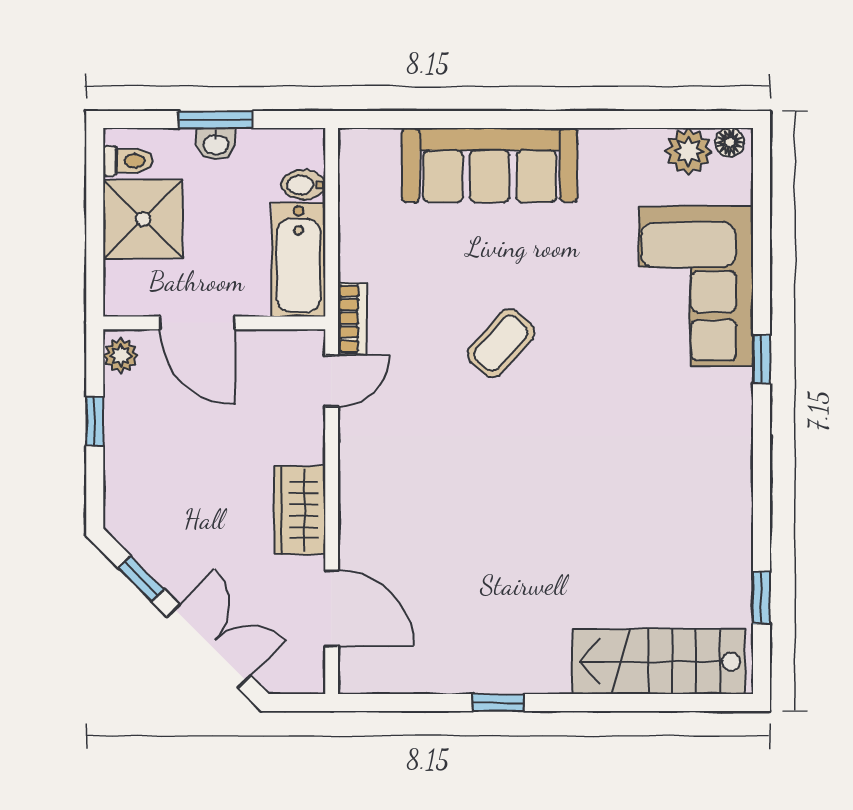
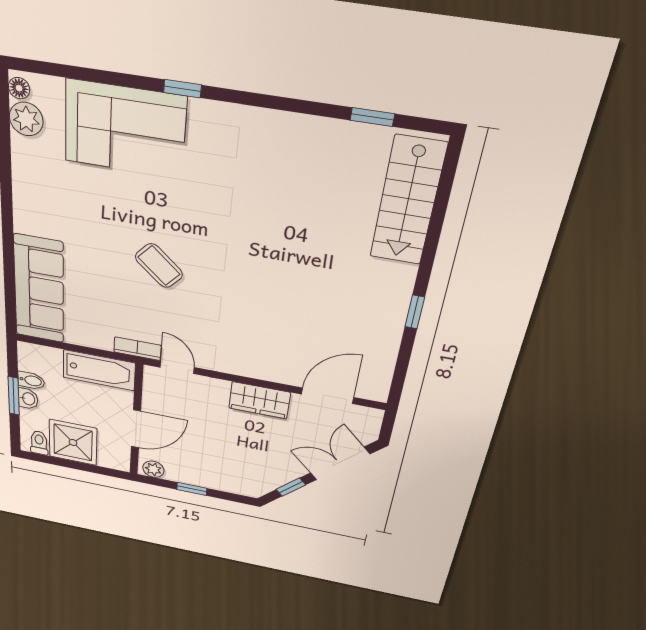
sofa: (490, 165) -> (39, 289), moved
bidet: (304, 185) -> (31, 381), moved, turned -90

